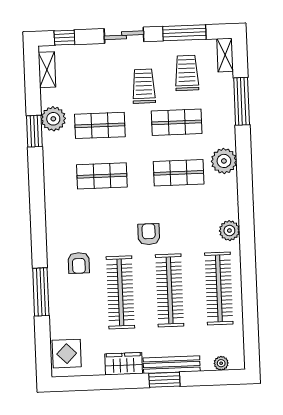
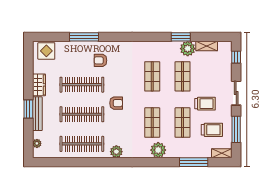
shelving: (47, 70) -> (207, 46), moved

